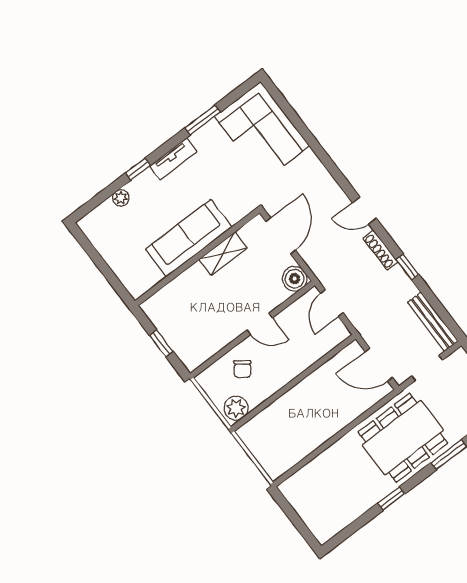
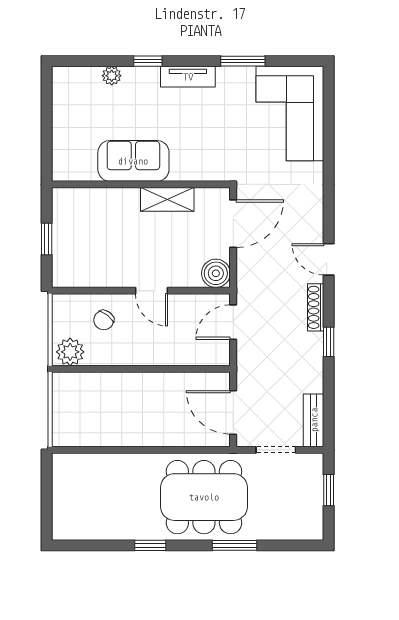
sofa: (189, 238) -> (133, 161), width x0.73
bench: (433, 322) -> (314, 420), width x0.73

